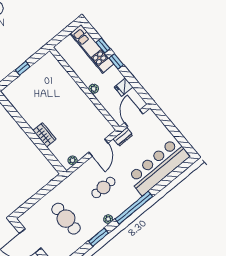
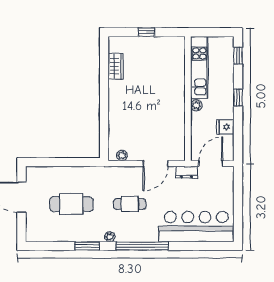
window: (103, 46) -> (238, 56), moved
kitchen unit: (92, 49) -> (199, 68), moved, turned 180
wardrobe: (44, 135) -> (116, 66), moved
cafe table: (66, 219) -> (71, 204), turned 90

